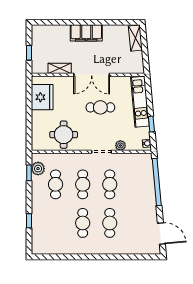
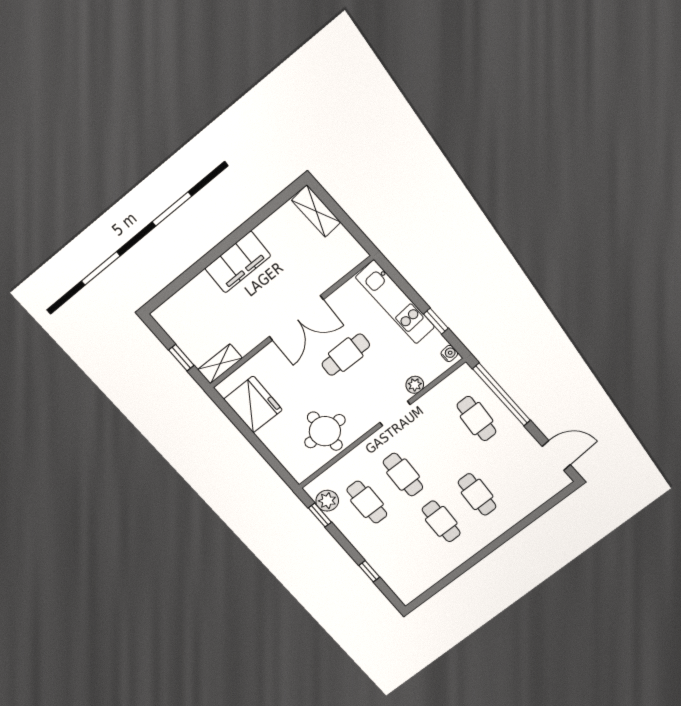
shelving: (60, 68) -> (220, 364), moved
cafe table: (110, 184) -> (477, 419), moved

